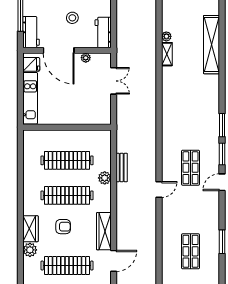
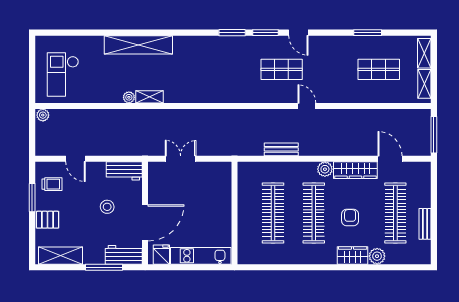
plant: (86, 58) -> (154, 191), removed
plant: (105, 178) -> (325, 169), moved

